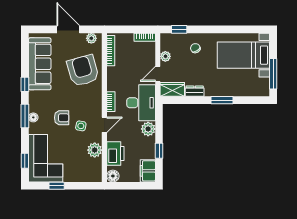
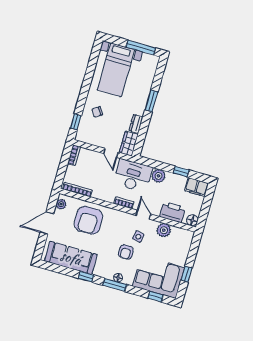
plant: (165, 56) -> (97, 141), removed
armchair: (83, 71) -> (88, 220), turned -74
armchair: (62, 118) -> (126, 252), turned 180

